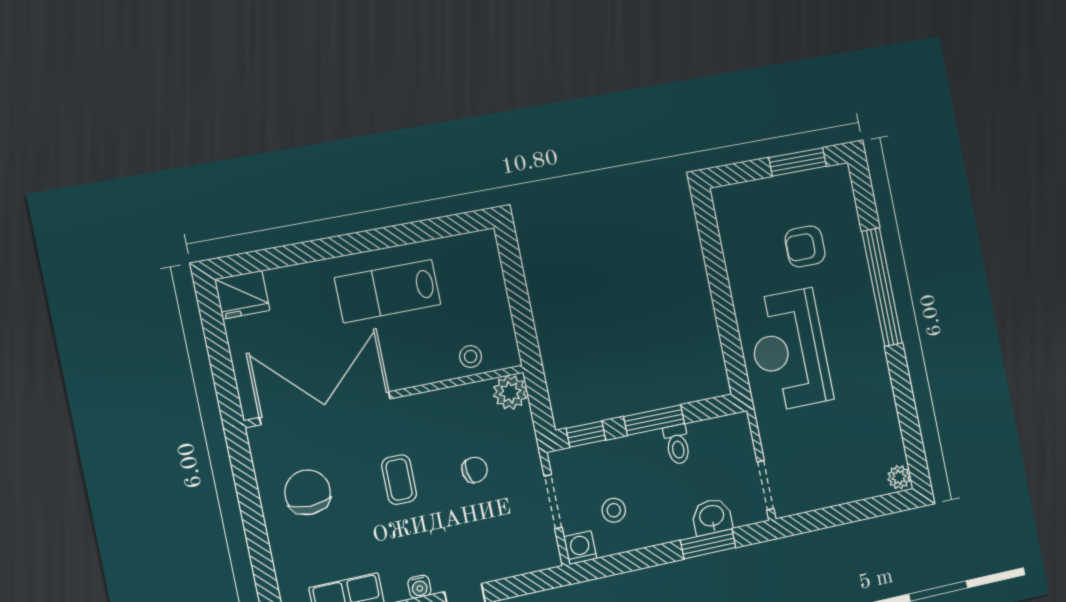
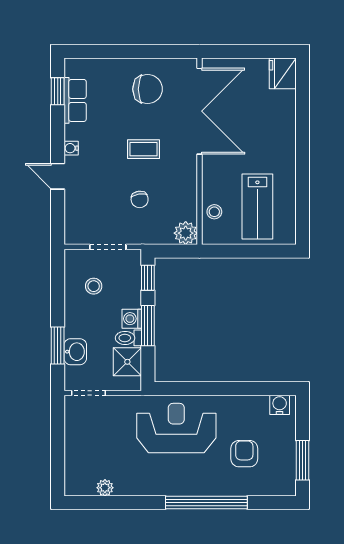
water cooler: (727, 209) -> (280, 405), added
lab bench: (388, 291) -> (257, 207), moved, turned 180
shower: (711, 439) -> (127, 362), added
plant: (899, 477) -> (105, 488), moved
washing machine: (580, 548) -> (132, 319), moved, turned 180

